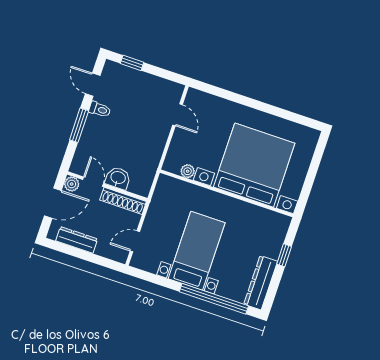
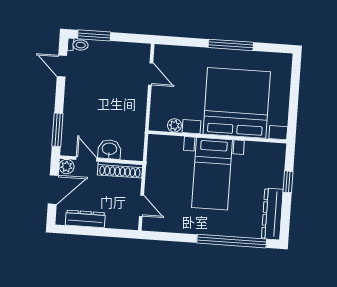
window: (132, 63) -> (94, 35), width x1.50
window: (263, 107) -> (231, 45), added
toilet: (100, 109) -> (78, 45), moved
window: (79, 125) -> (57, 130), moved
door: (135, 241) -> (141, 206), swing flipped
bed with nightstands: (197, 251) -> (212, 174), moved, turned 180

